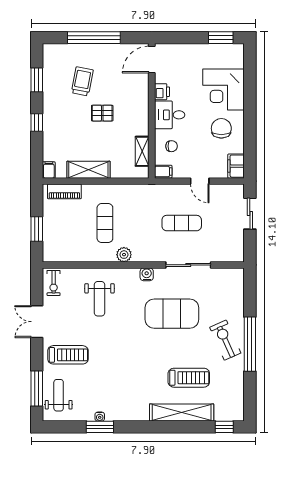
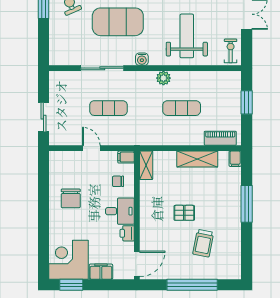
window: (37, 80) -> (247, 245), removed
corner desk: (224, 89) -> (69, 260), moved, turned -90
window: (37, 122) -> (247, 204), width x2.17
shelving: (142, 151) -> (146, 165), moved
filing cabinet: (236, 166) -> (101, 272), moved, turned -90
exercise mat: (105, 223) -> (182, 108), turned 90
weight bench: (99, 299) -> (187, 36), width x1.36, depth x1.33

